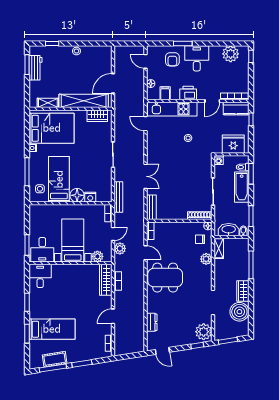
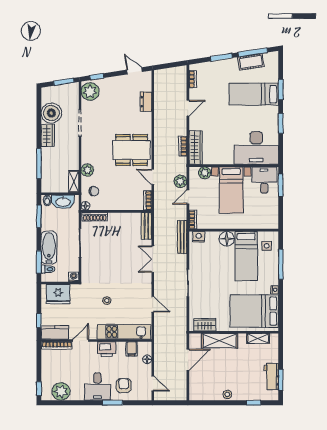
shelving: (84, 101) -> (220, 341), width x0.68
door: (146, 124) -> (153, 304), moved
nightstand: (90, 197) -> (199, 237), moved
desk: (40, 276) -> (256, 148), width x1.87, depth x1.30

